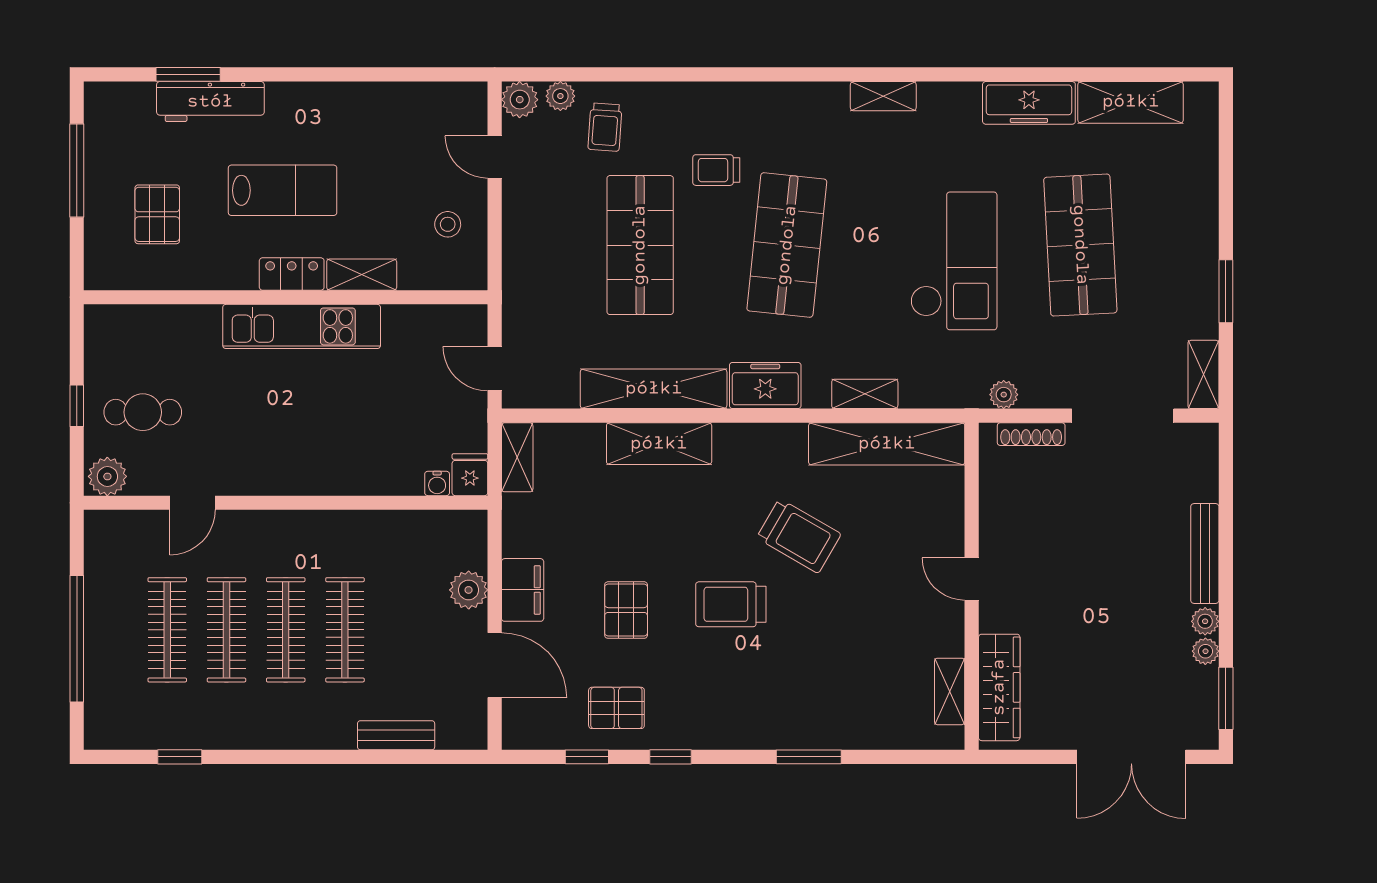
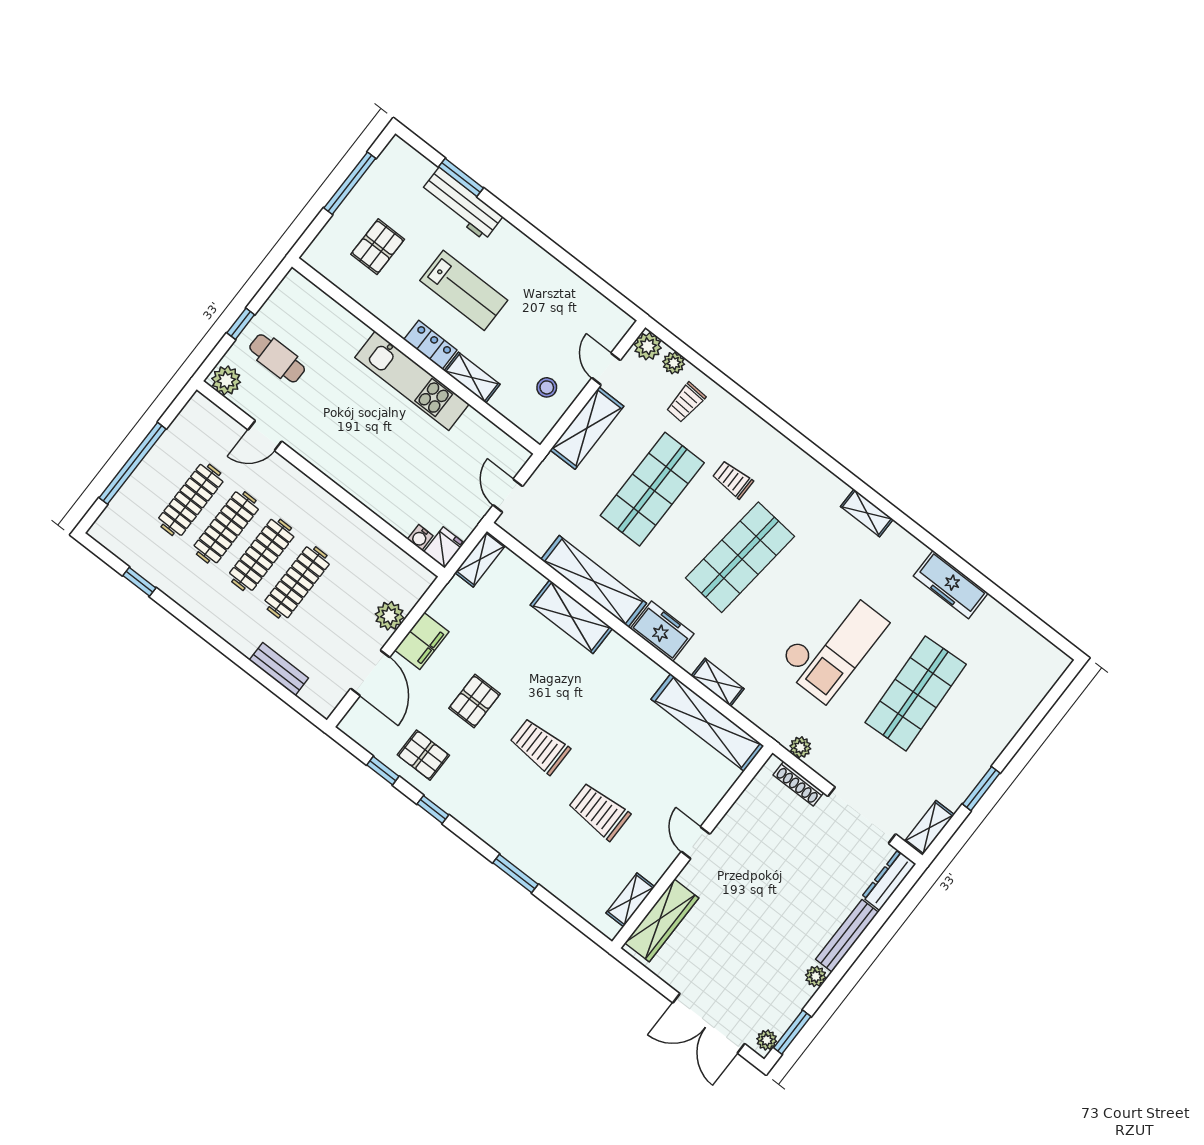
shelving: (1131, 102) -> (587, 428), moved, turned 90
dresser: (1204, 462) -> (889, 880), added
trolley: (799, 536) -> (599, 811), moved, turned 150
plant: (1205, 651) -> (767, 1040), moved

